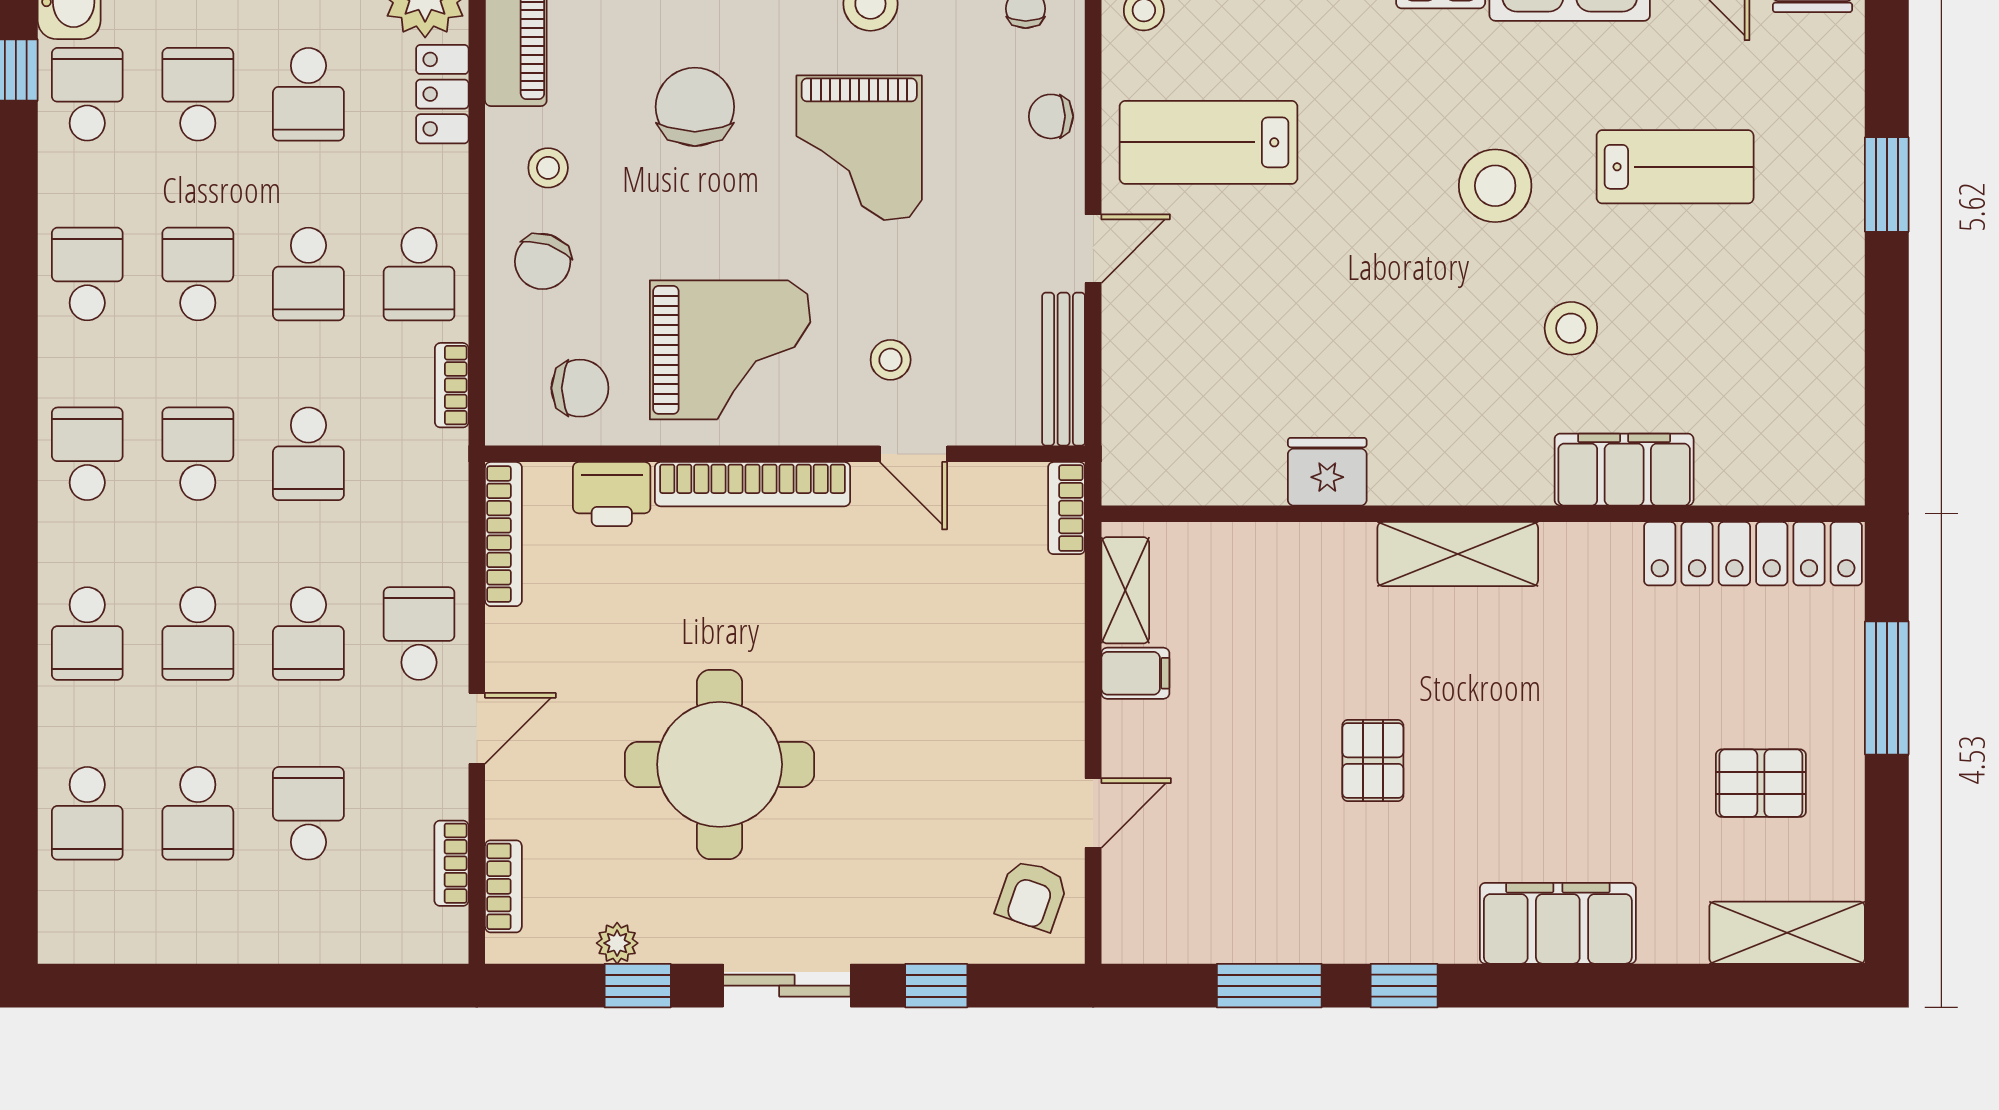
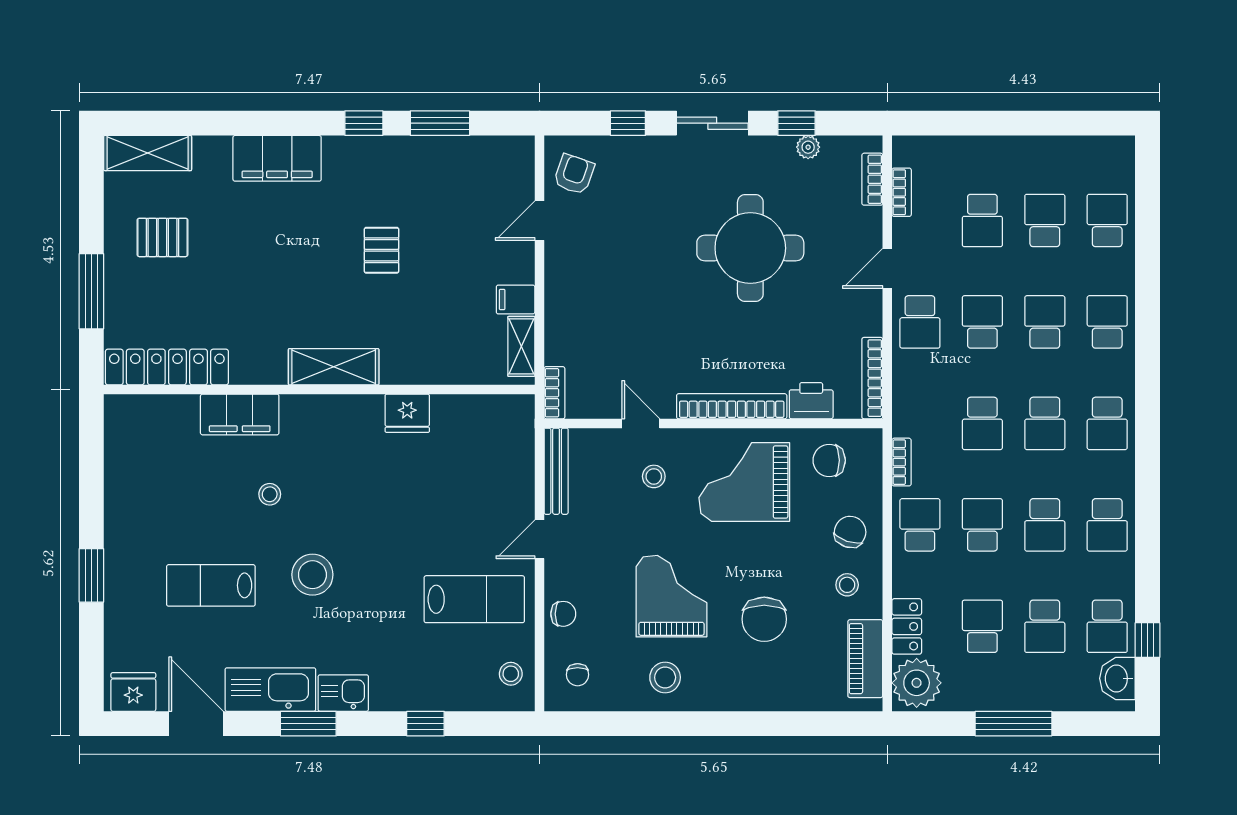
stool: (1571, 328) -> (270, 494), width x0.73, depth x0.73
school desk: (308, 454) -> (982, 423), turned 180

